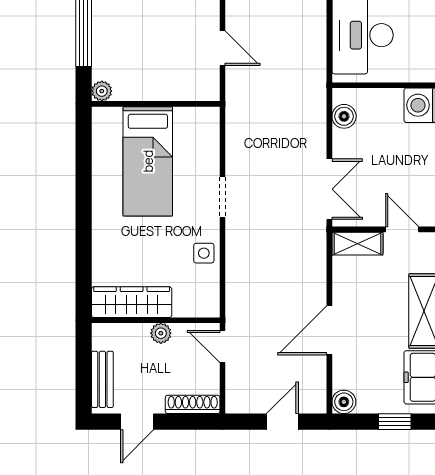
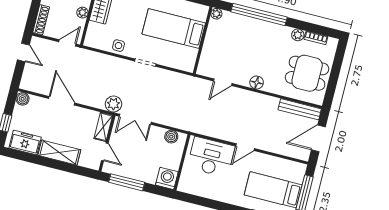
door: (402, 229) -> (105, 152), hinge flipped
plant: (312, 236) -> (113, 104), added
door: (282, 422) -> (23, 52), moved

